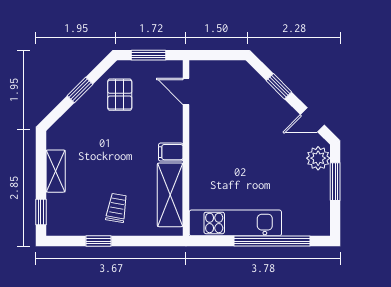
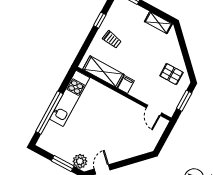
window: (279, 86) -> (130, 161), removed
window: (80, 90) -> (185, 54), removed
door: (186, 91) -> (154, 110), swing flipped
shelving: (56, 171) -> (158, 23), moved

